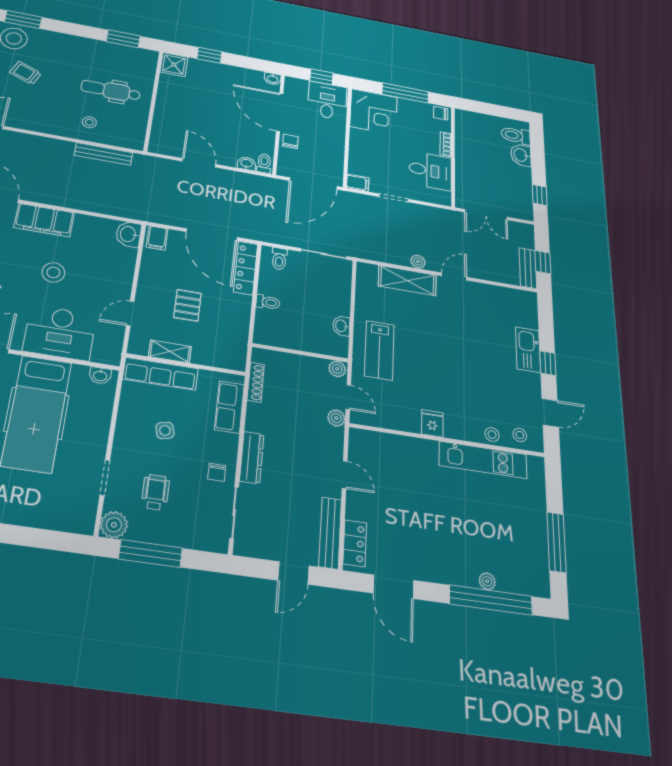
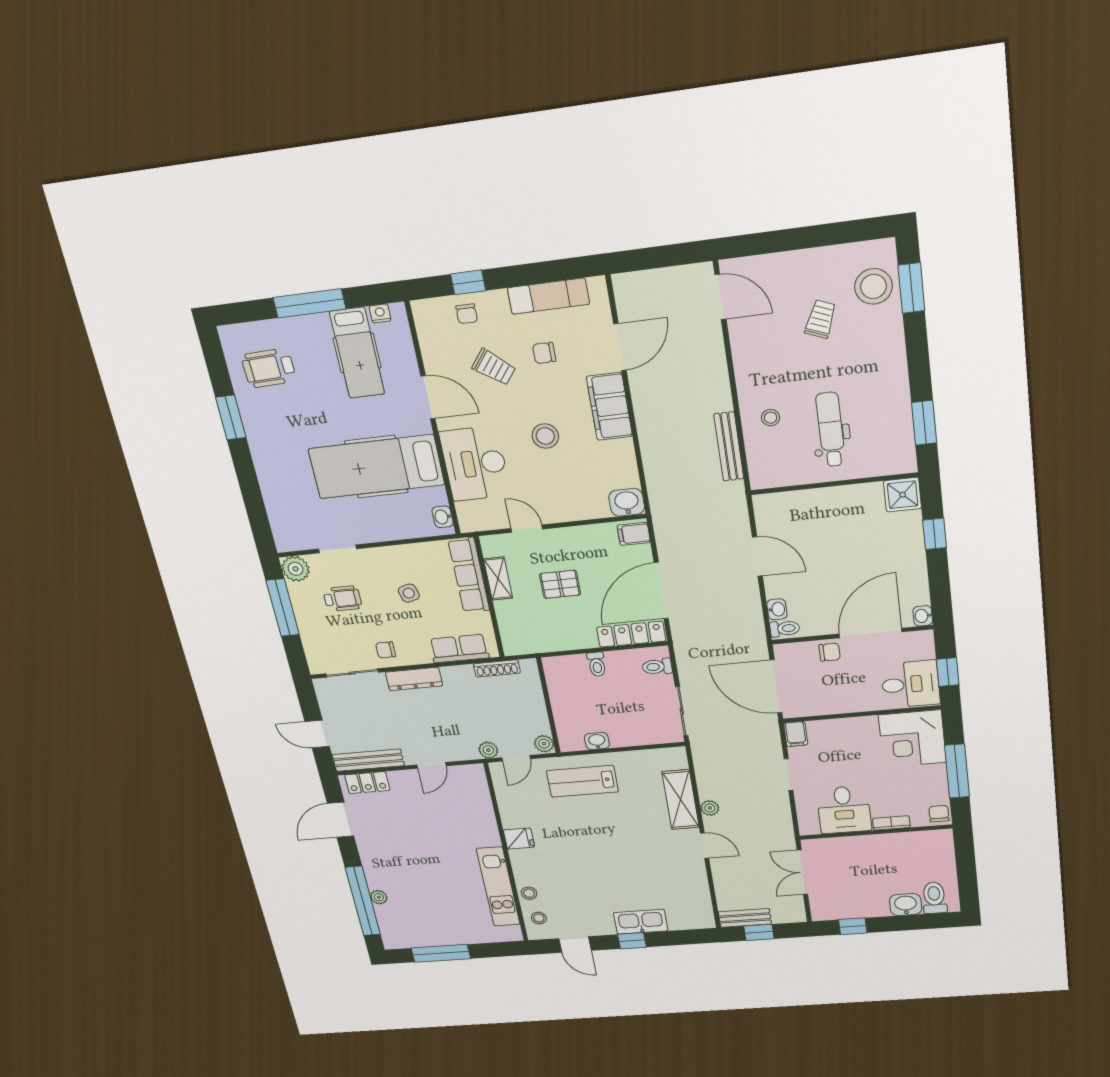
door: (199, 163) -> (757, 557), hinge flipped

